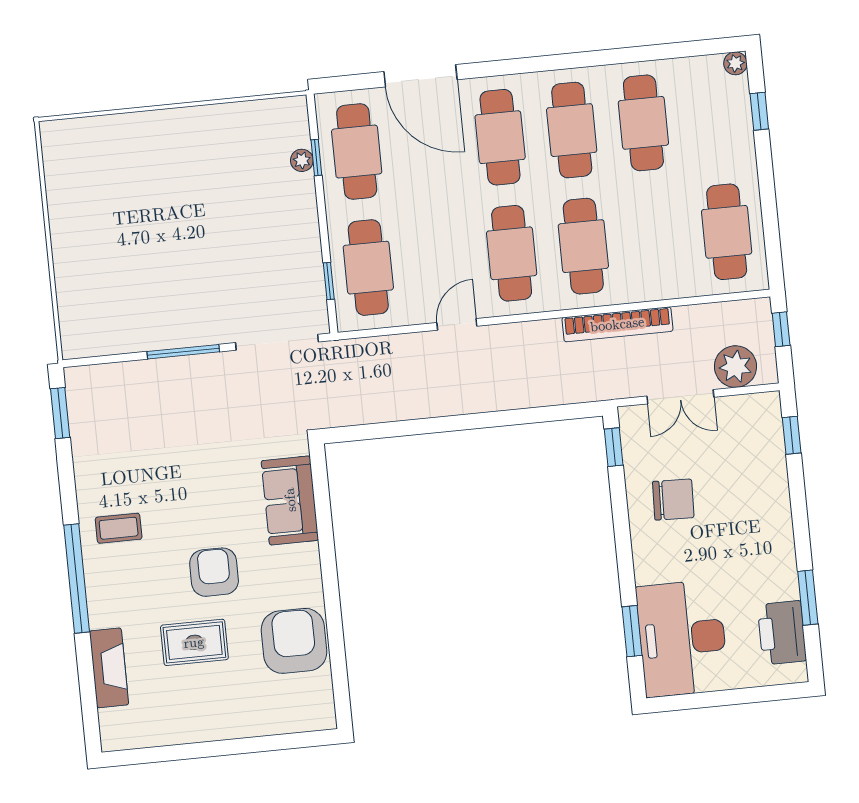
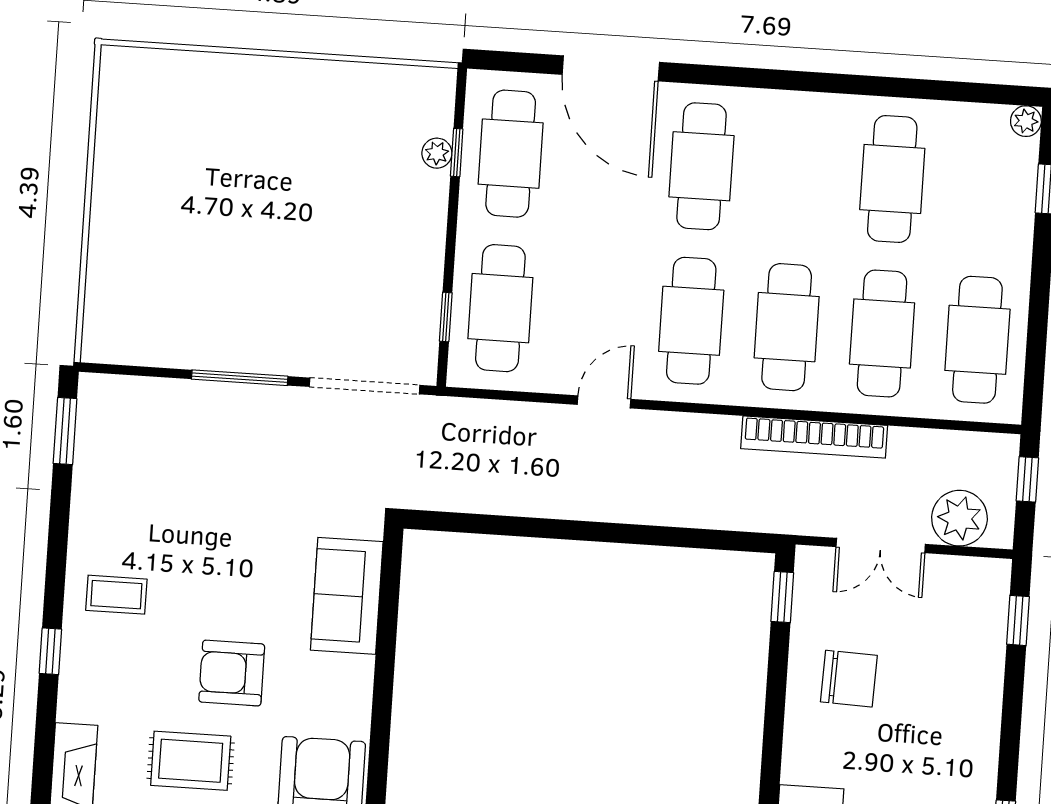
cafe table: (572, 130) -> (882, 333), moved
armchair: (214, 572) -> (232, 673), turned -90
window: (77, 578) -> (50, 651), width x0.32

